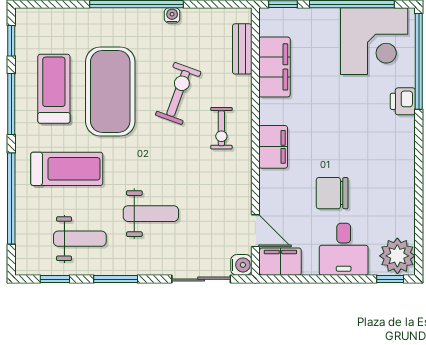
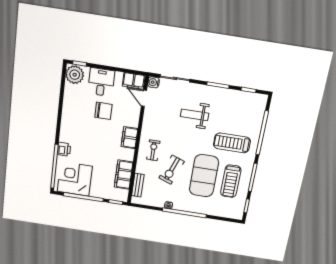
weight bench: (80, 239) -> (232, 108), removed

